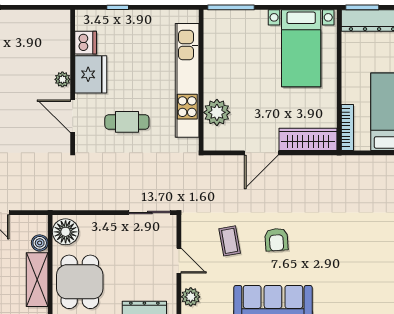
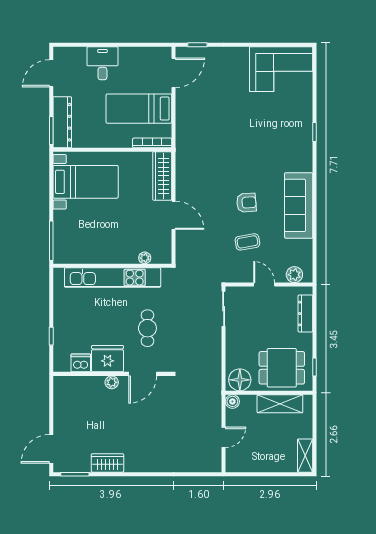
plant: (217, 112) -> (145, 258), width x0.53, depth x0.53
boiler: (40, 243) -> (232, 401), moved
door: (179, 261) -> (264, 285), hinge flipped

